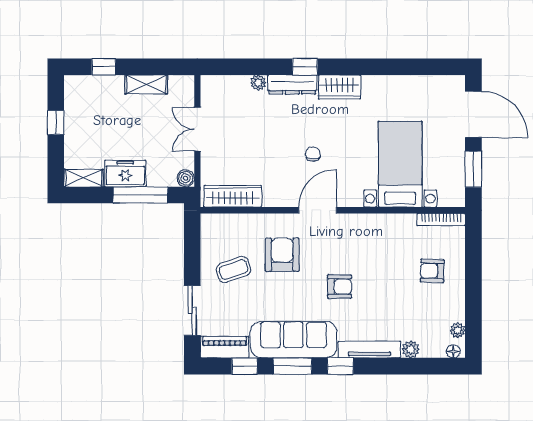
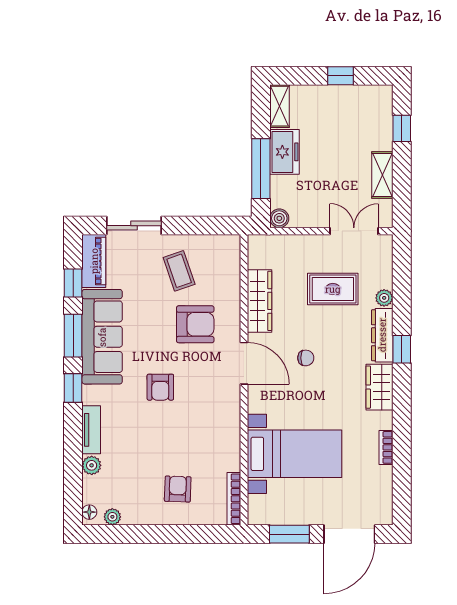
bookcase: (394, 81) -> (386, 447), added
double door: (197, 129) -> (354, 231), moved
rug: (250, 129) -> (333, 289), added
wardrobe: (233, 196) -> (260, 301), moved
tv unit: (369, 350) -> (91, 430), width x0.71

